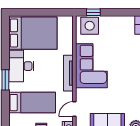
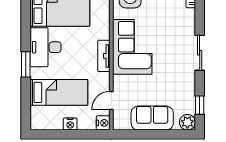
tv unit: (68, 73) -> (104, 56), width x0.71

